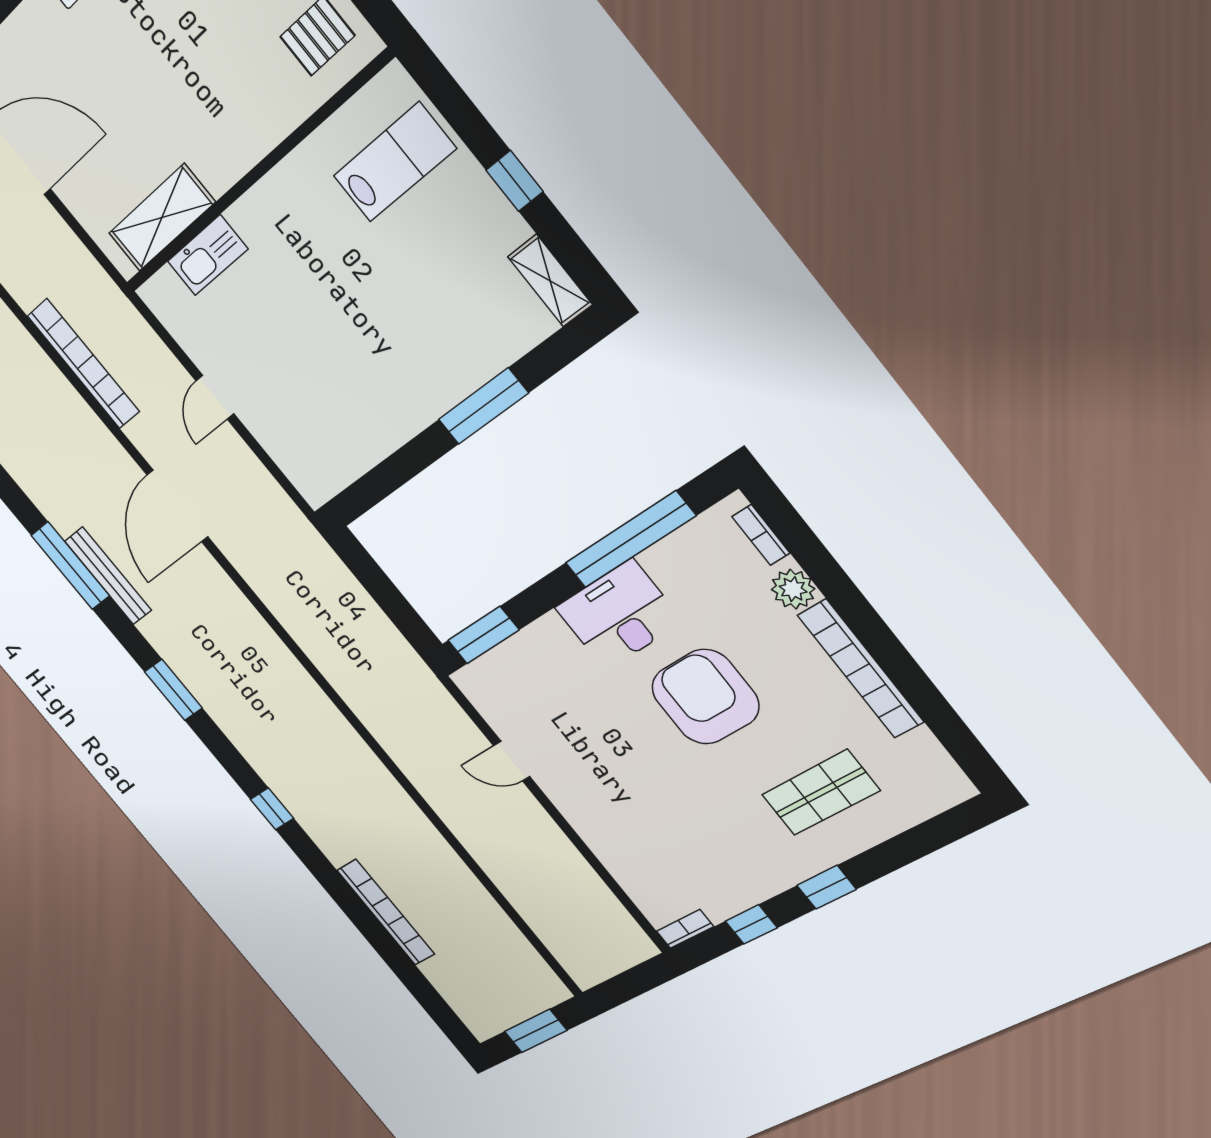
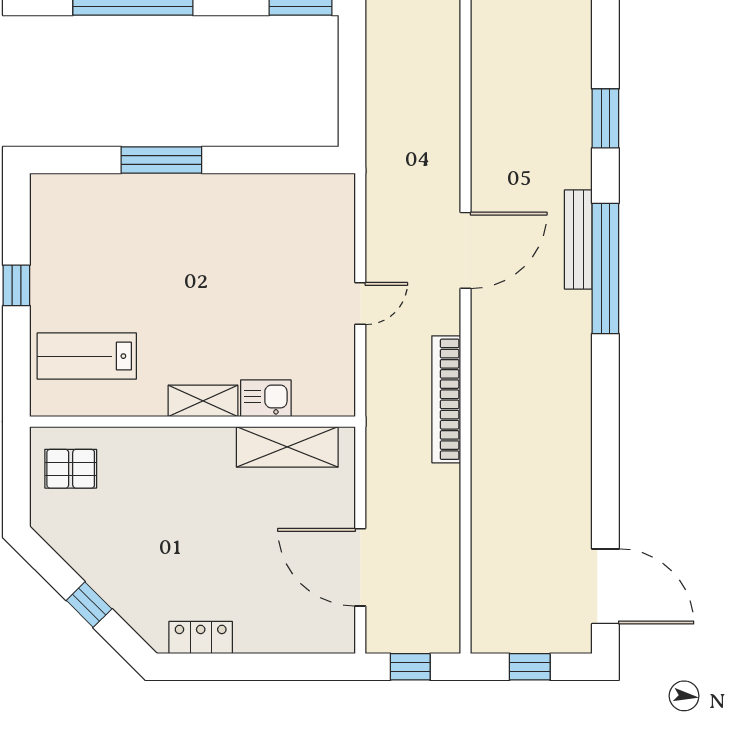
kitchen sink: (208, 255) -> (266, 398), width x0.73
shelving: (550, 281) -> (203, 401), moved, turned 90
window: (70, 566) -> (605, 269), width x1.46

